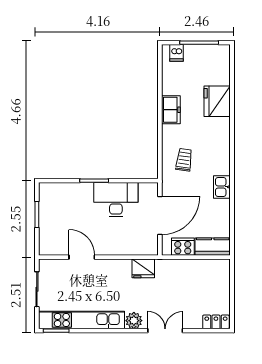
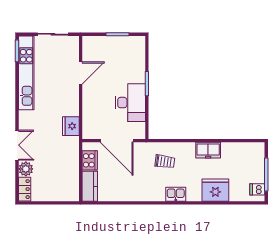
dishwasher: (177, 53) -> (257, 189), moved
kitchen sink: (222, 187) -> (176, 194), moved
plant: (134, 321) -> (26, 169), moved

